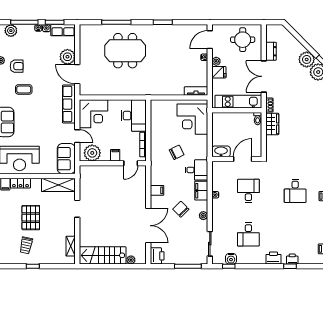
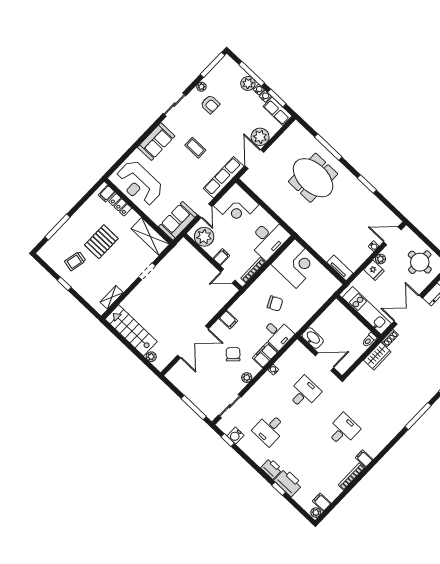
plant: (11, 31) -> (248, 83), moved
coffee table: (24, 89) -> (195, 148), moved
corner desk: (192, 119) -> (296, 264), moved, turned 180
desk: (295, 191) -> (343, 430), turned 180
printer: (157, 256) -> (176, 374), removed
printer: (292, 259) -> (288, 482), width x1.87, depth x1.48

